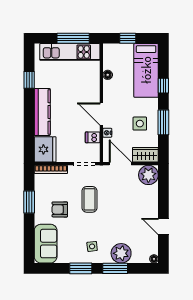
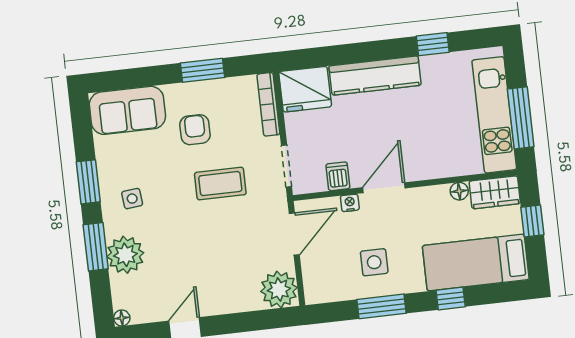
wardrobe: (145, 155) -> (495, 192), moved, turned 90

